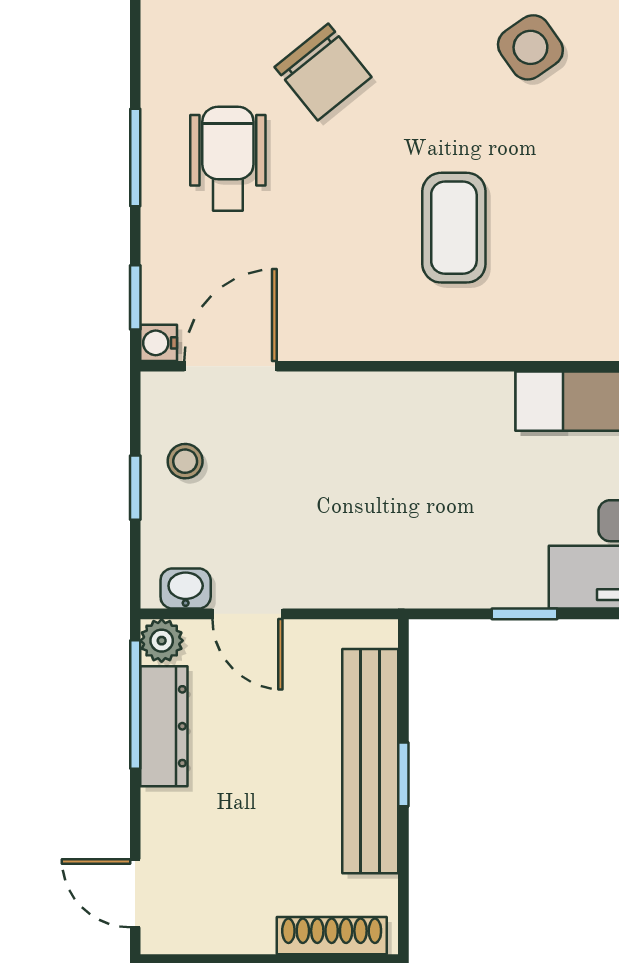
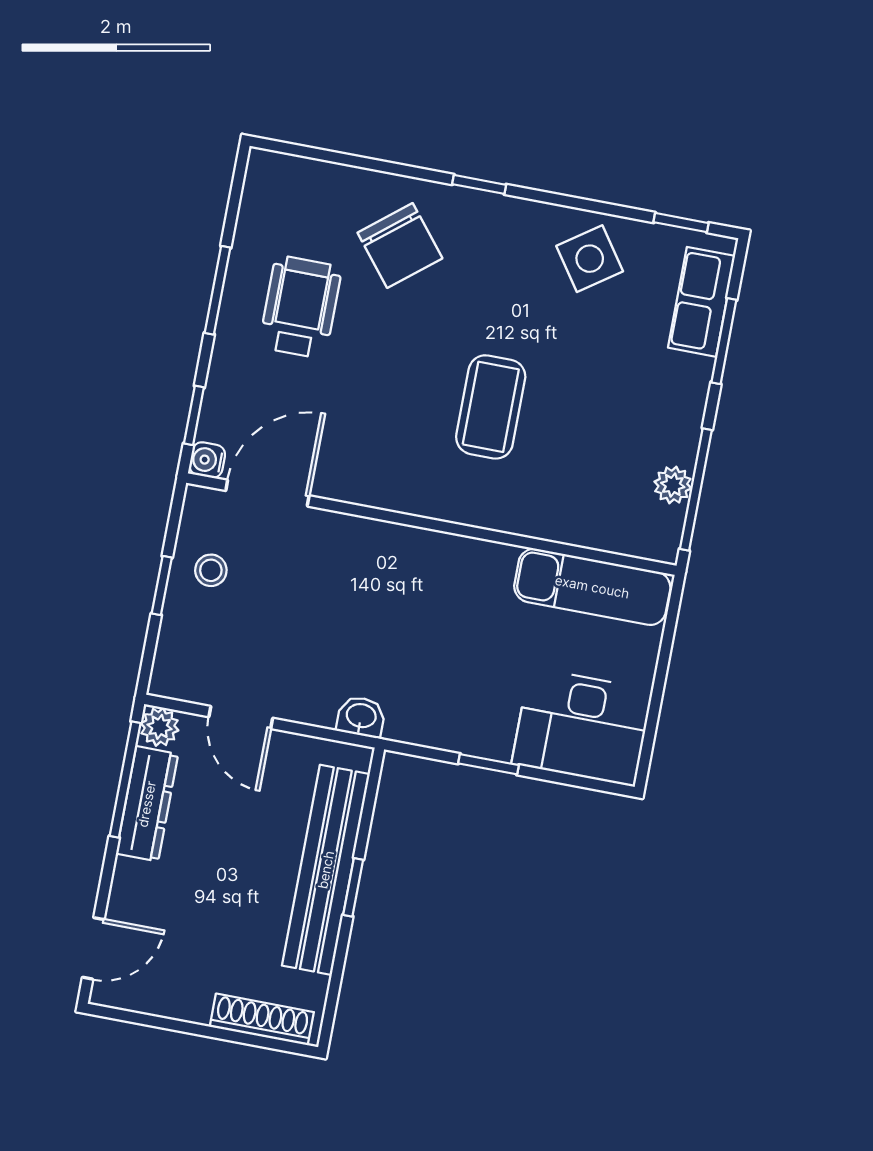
washbasin: (186, 589) -> (361, 717), moved
door: (135, 893) -> (93, 948), swing flipped

